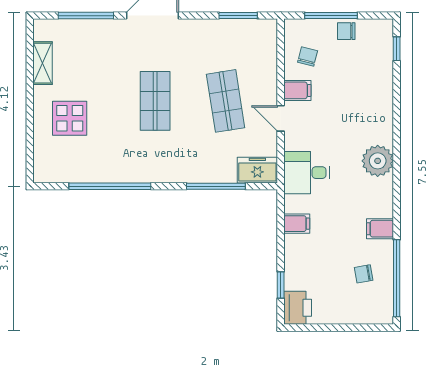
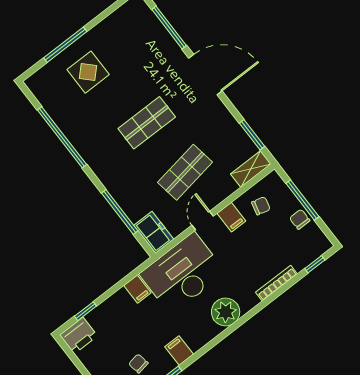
shelving: (43, 63) -> (251, 169), moved
bookcase: (387, 96) -> (276, 283), added
window: (30, 120) -> (65, 45), added
desk: (307, 173) -> (182, 273), width x1.87, depth x1.30

